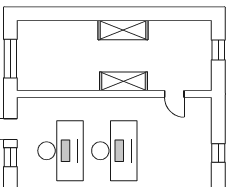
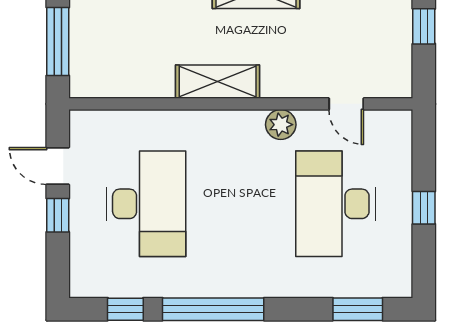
shelving: (124, 81) -> (218, 82), moved
plant: (137, 106) -> (281, 125), added
desk: (114, 151) -> (336, 204), moved, turned 180

